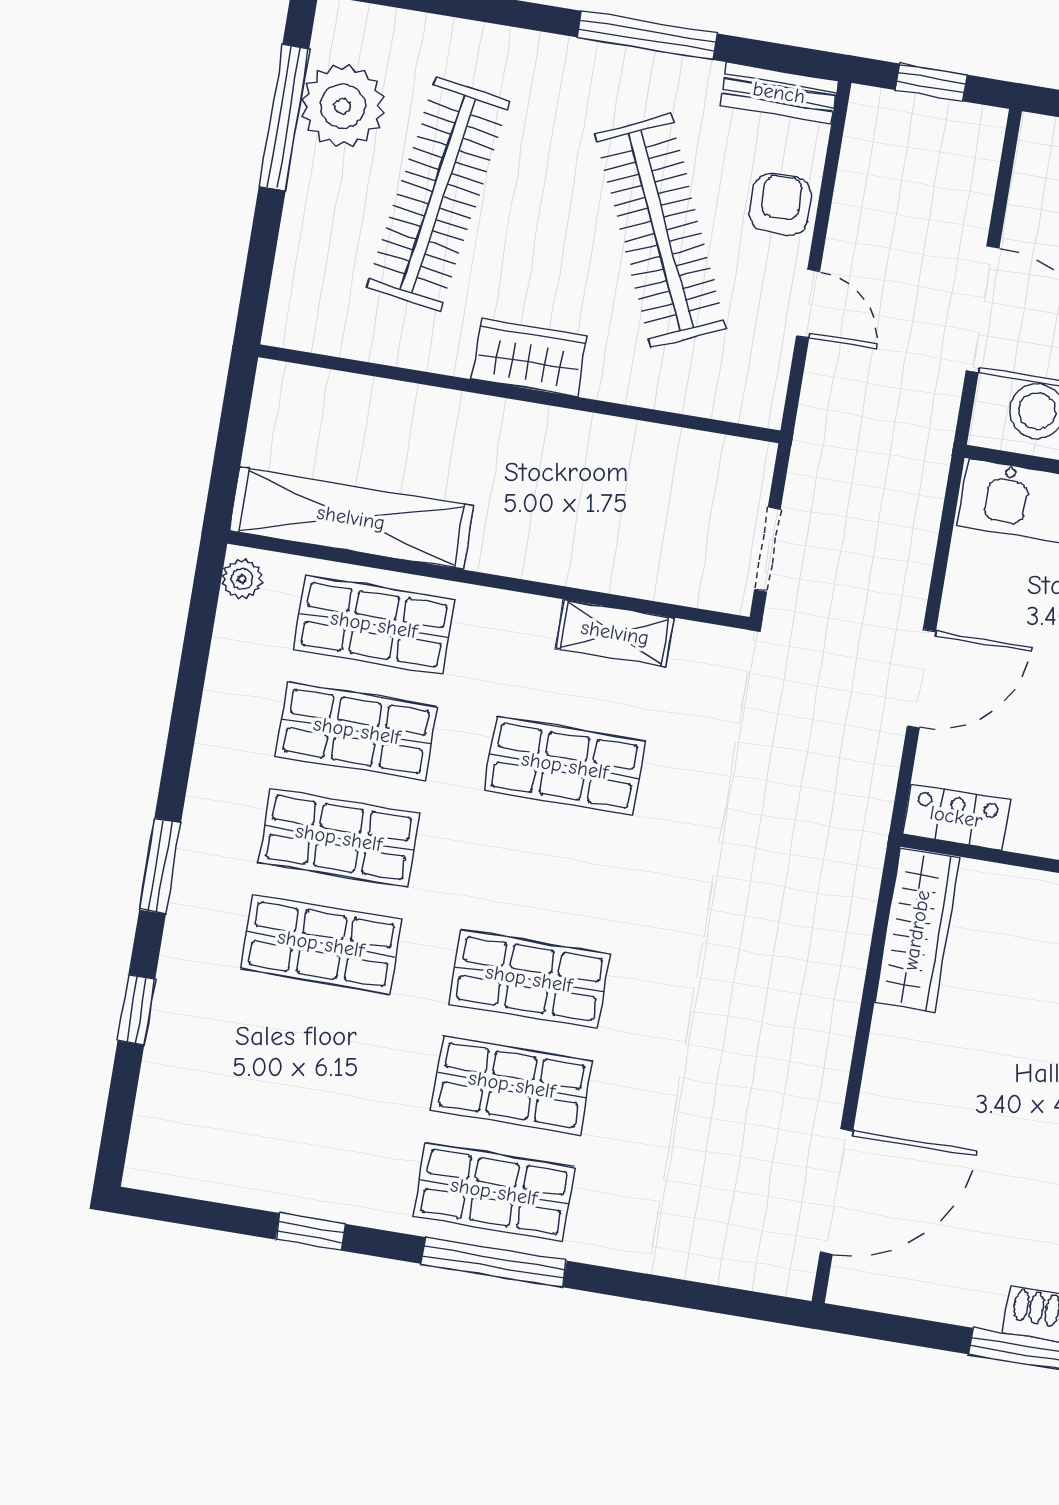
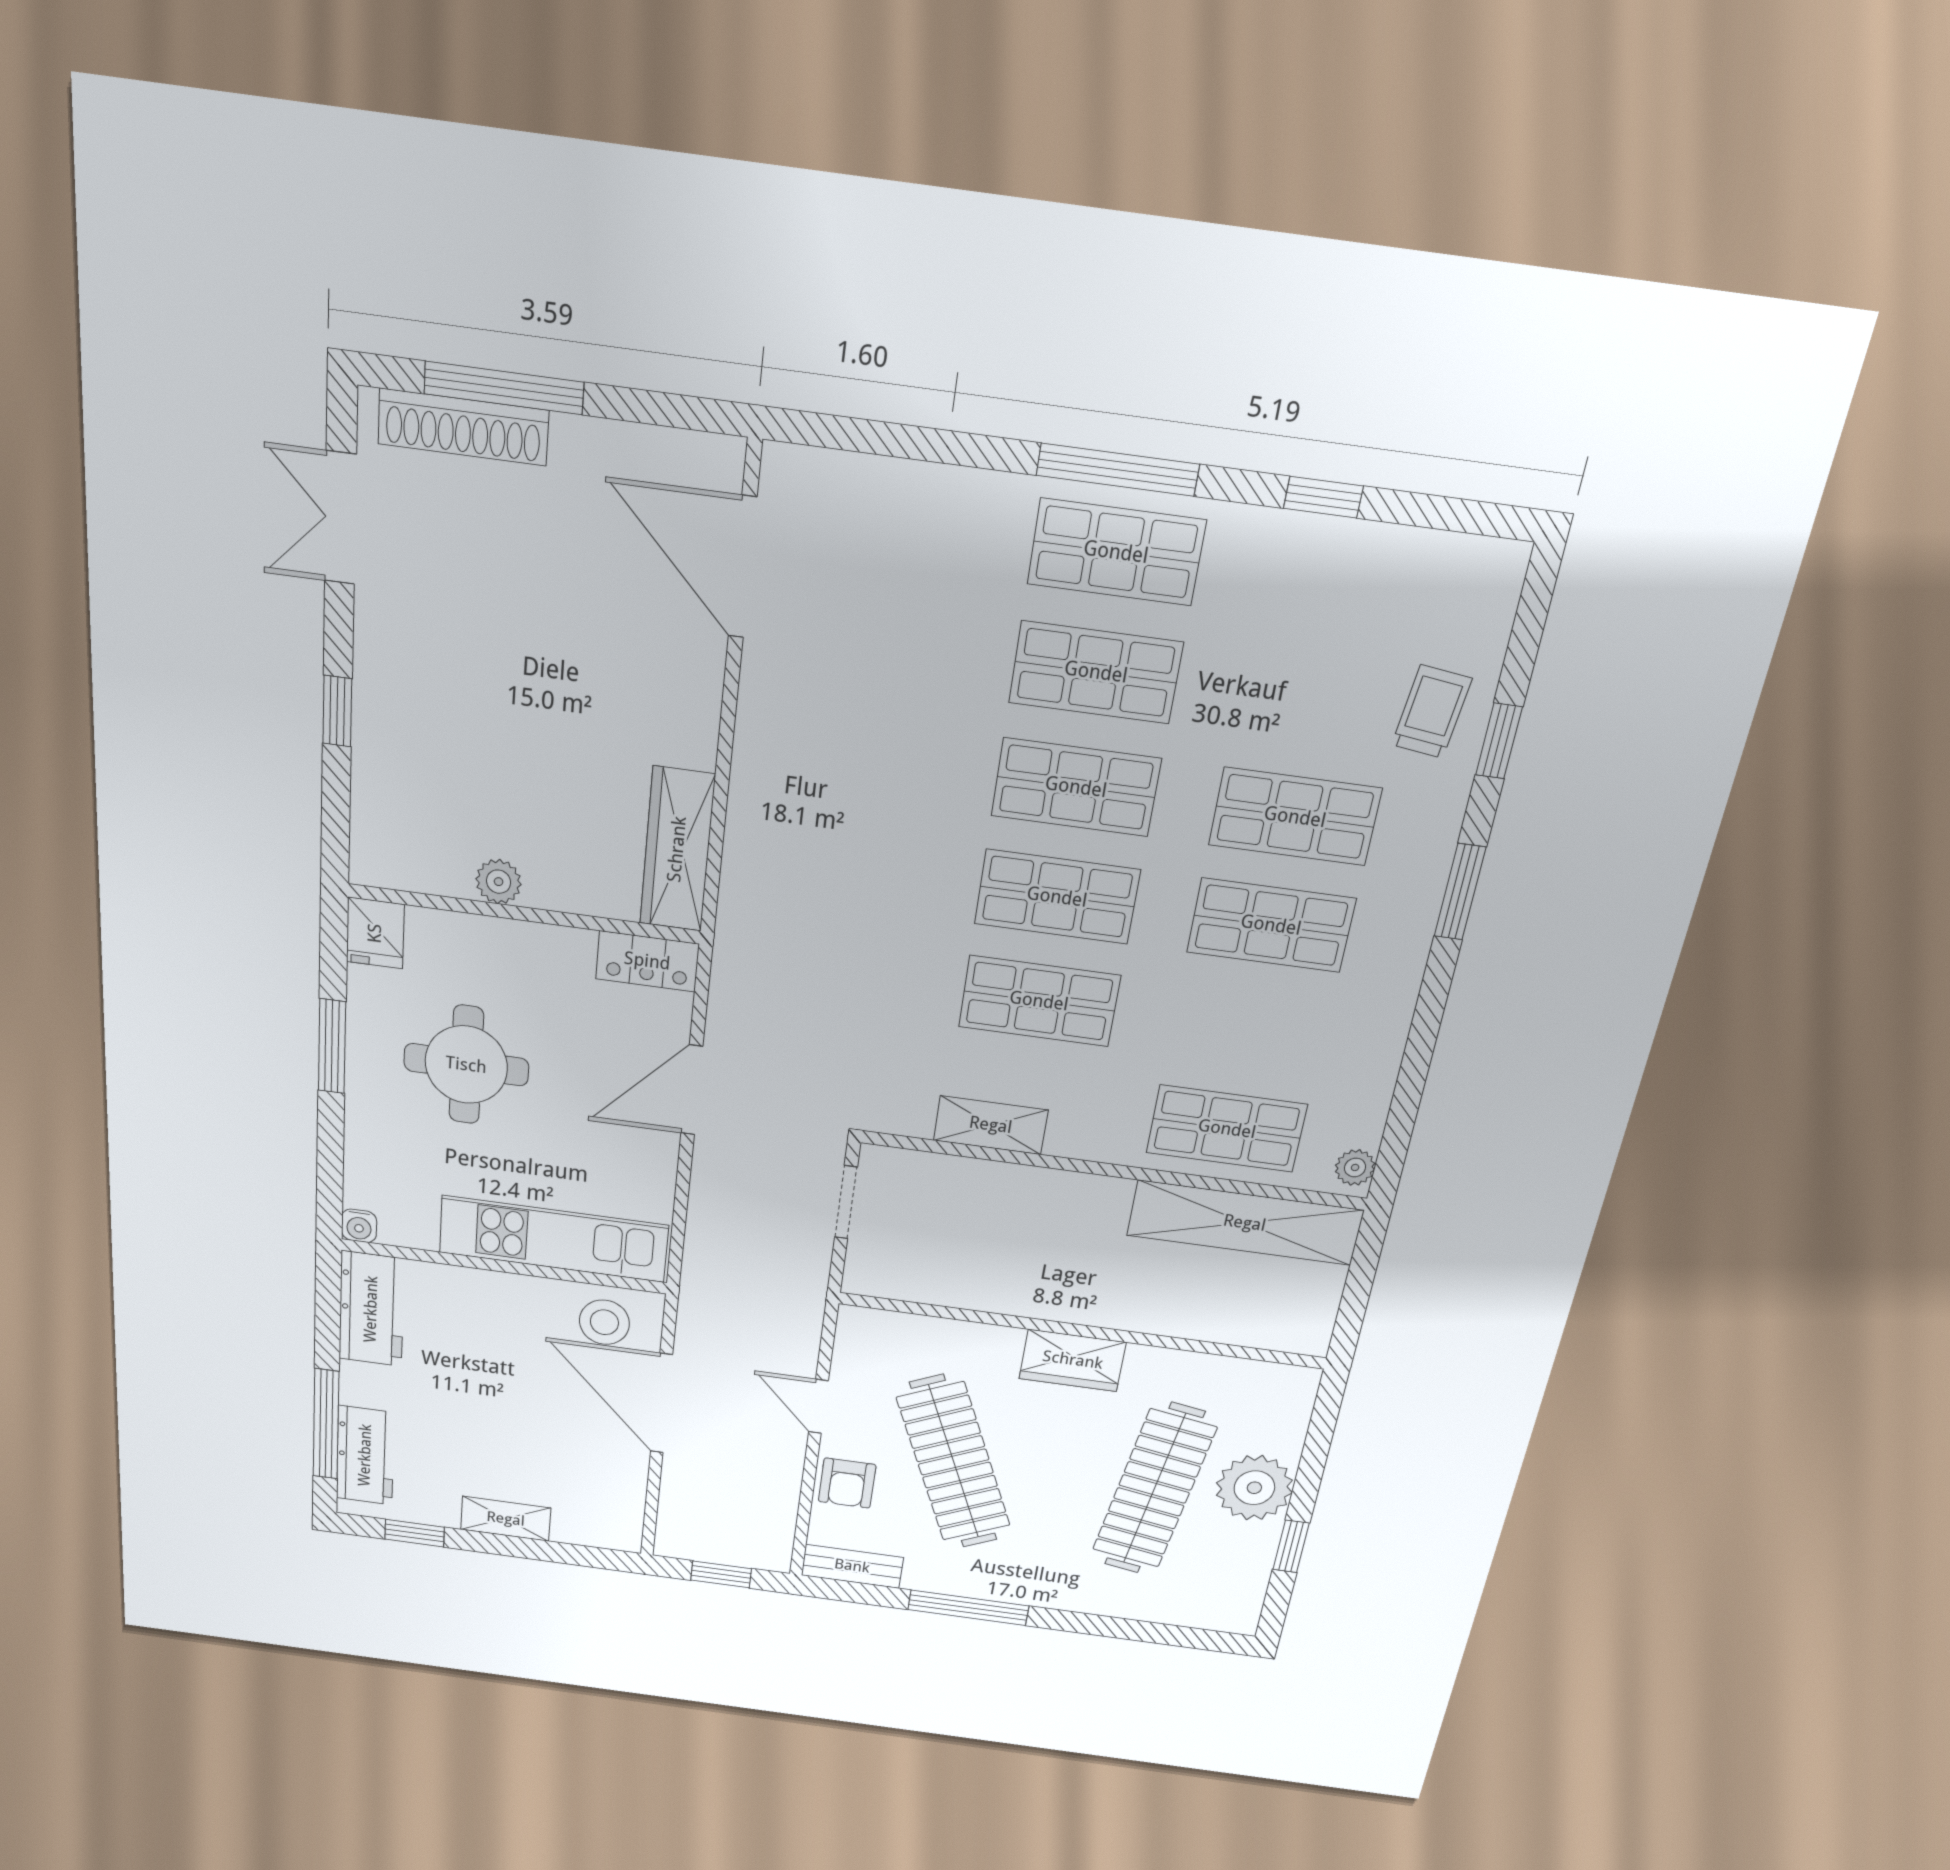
plant: (343, 106) -> (1254, 1488), moved
window: (284, 118) -> (1291, 1546), width x0.46
shop shelf: (357, 731) -> (1057, 897), moved
trolley: (200, 1039) -> (1432, 712), added
door: (836, 1192) -> (743, 567), hinge flipped

